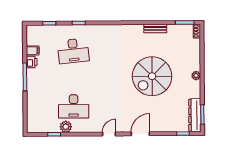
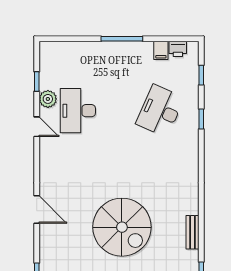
desk: (73, 51) -> (160, 111), turned 30
printer: (32, 62) -> (178, 49), moved
spiral stairs: (152, 76) -> (122, 227), turned 180
door: (109, 134) -> (37, 127), moved

